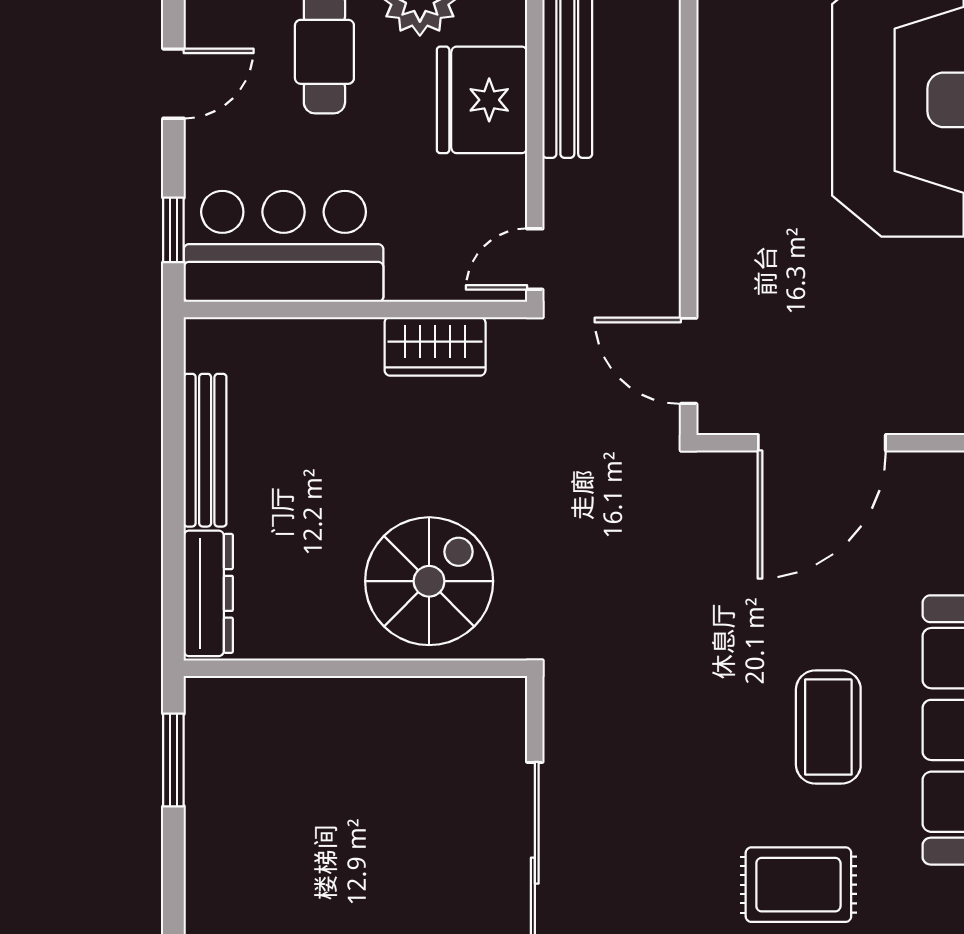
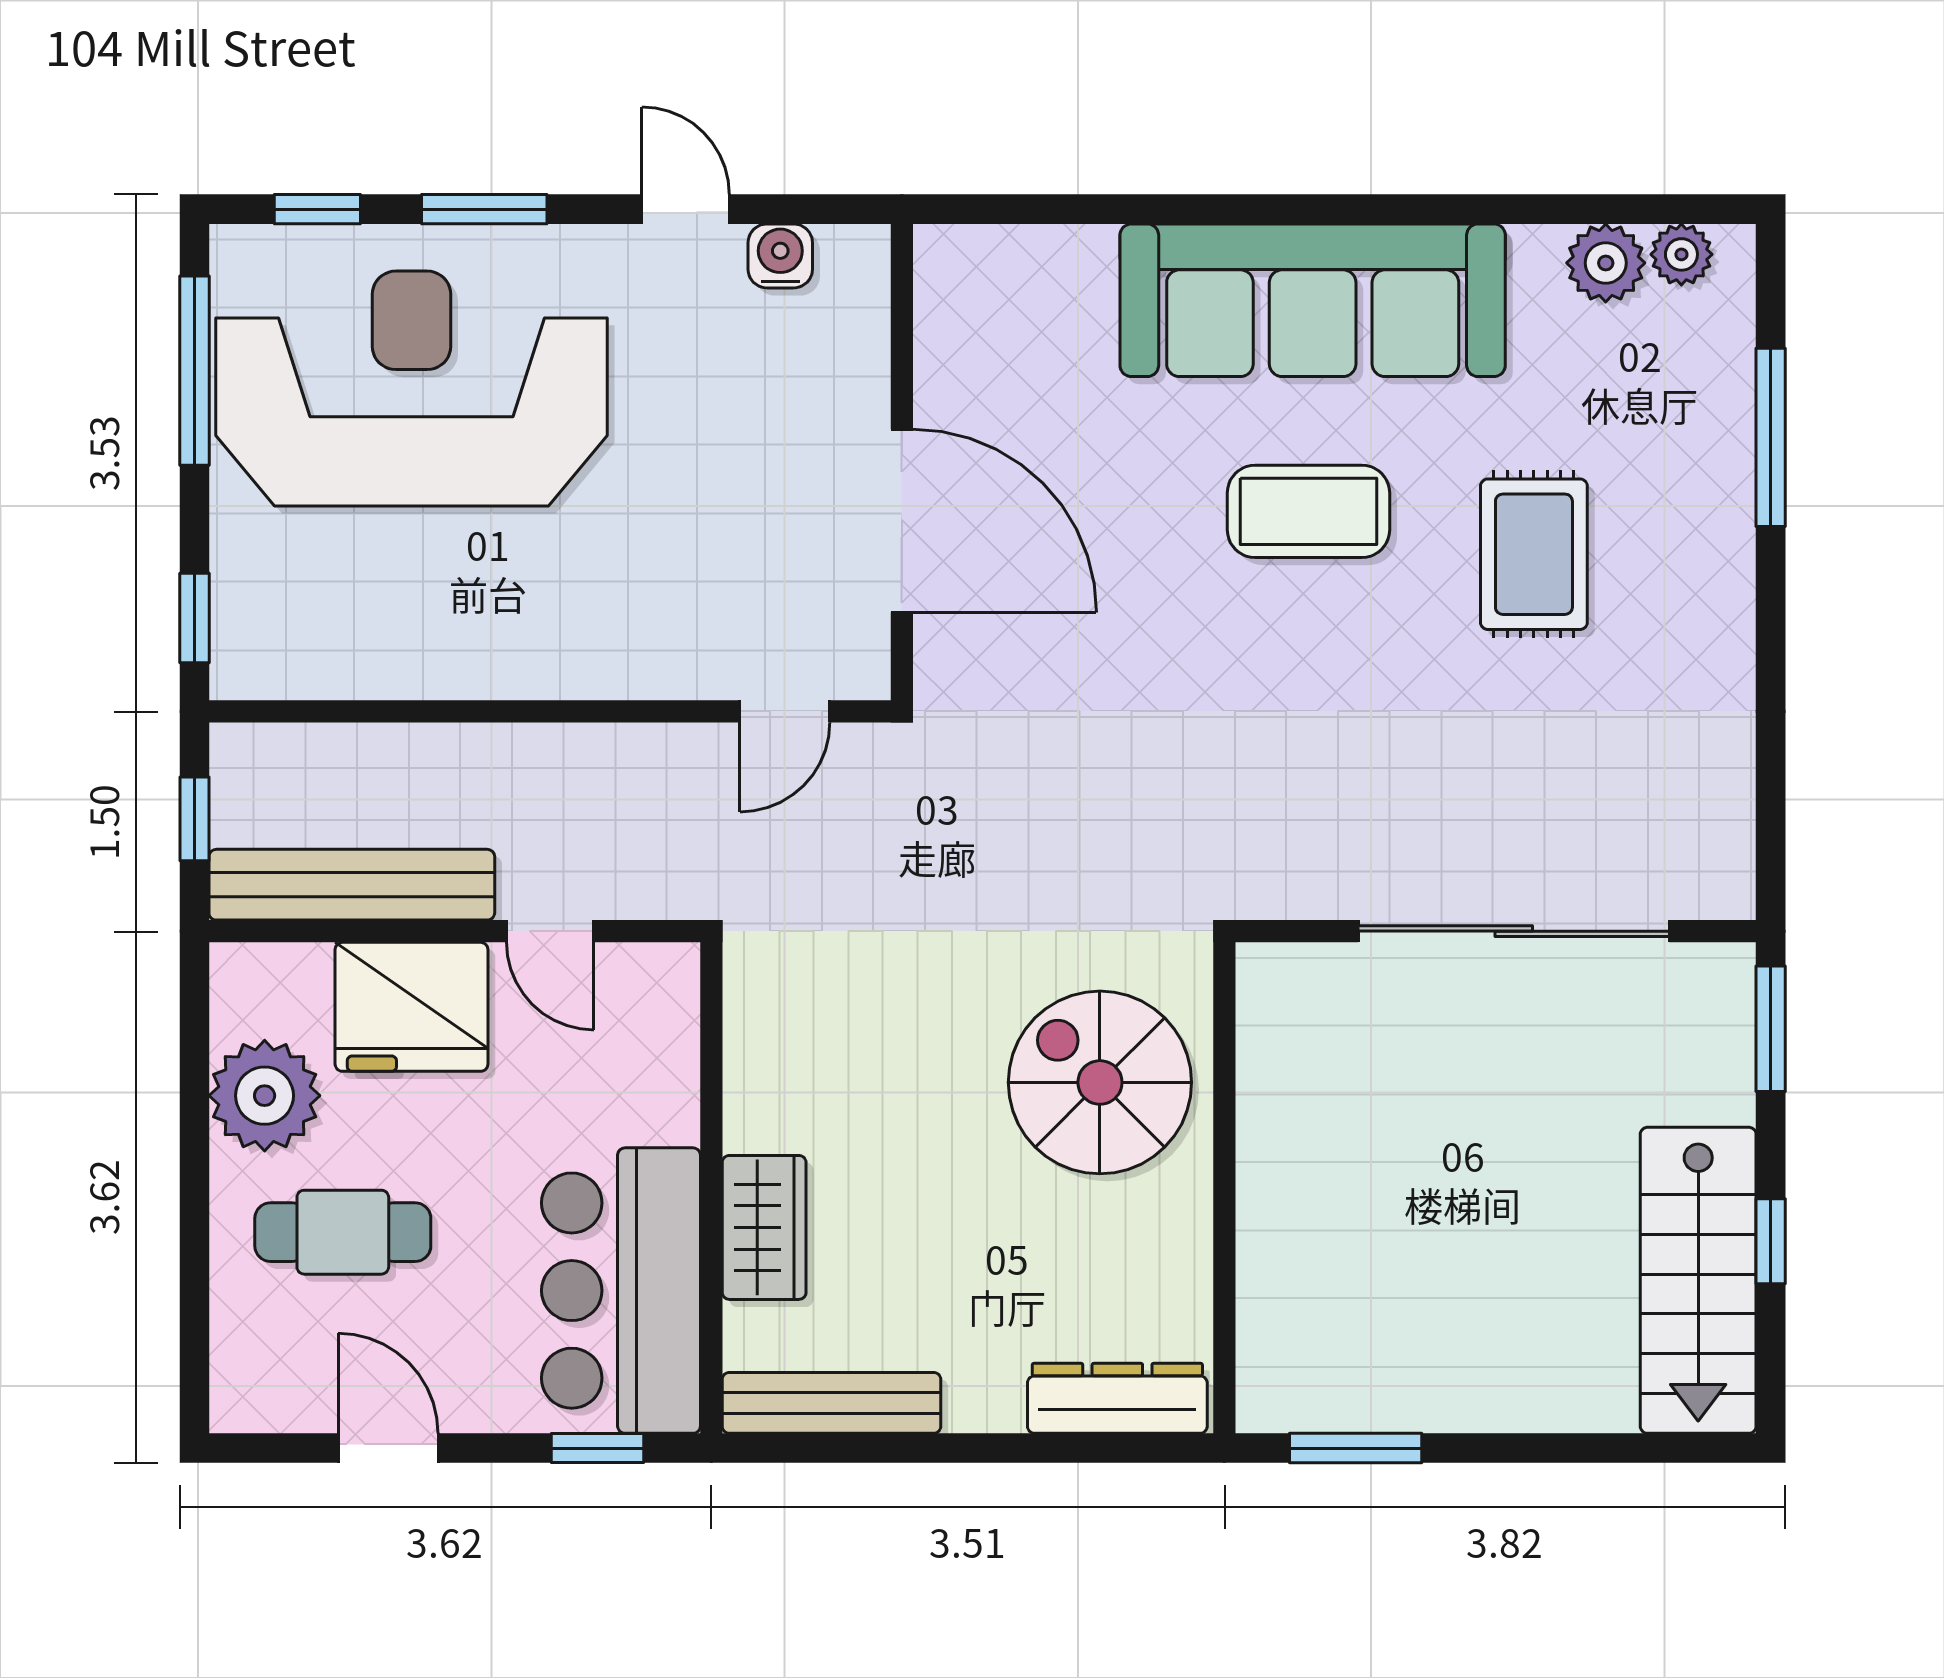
door: (535, 259) -> (550, 931), moved
wardrobe: (435, 346) -> (764, 1227), moved
door: (689, 361) -> (785, 711), width x0.73
bench: (205, 450) -> (831, 1403), moved

